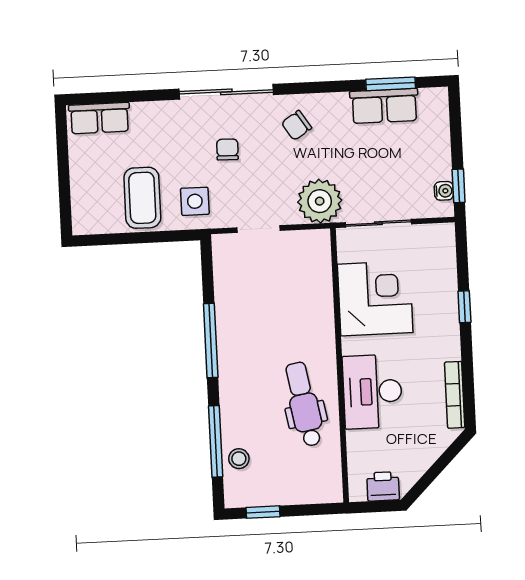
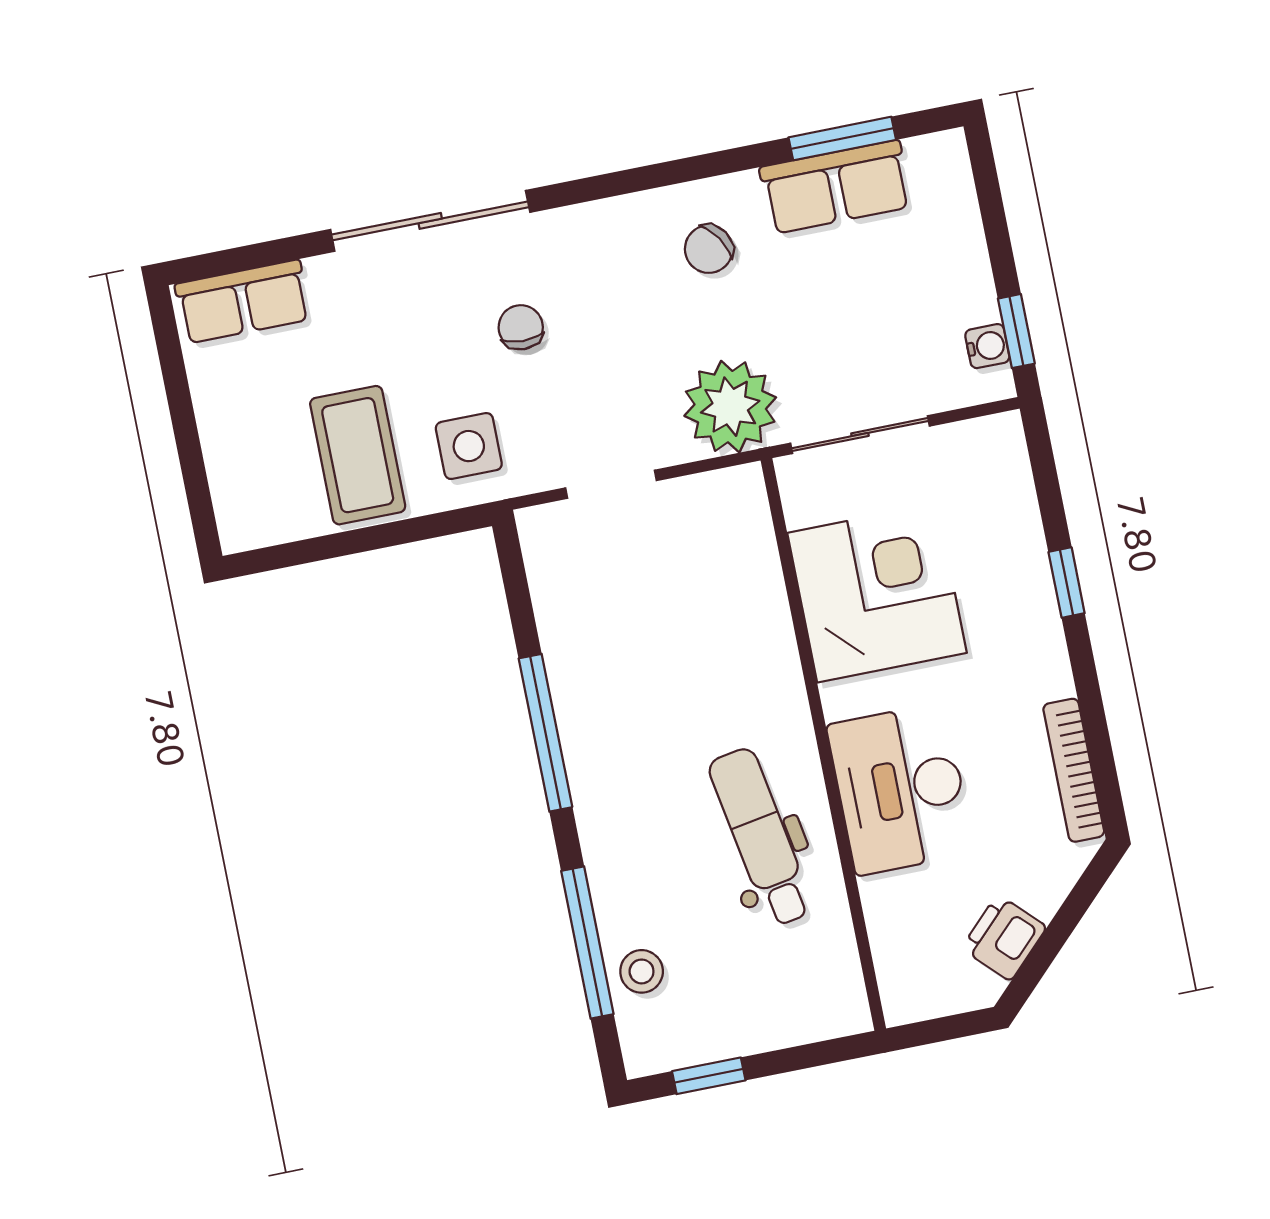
sliding door: (226, 92) -> (430, 221), moved
chair: (296, 125) -> (709, 249), moved
printer: (383, 486) -> (1004, 938), moved, turned -45

